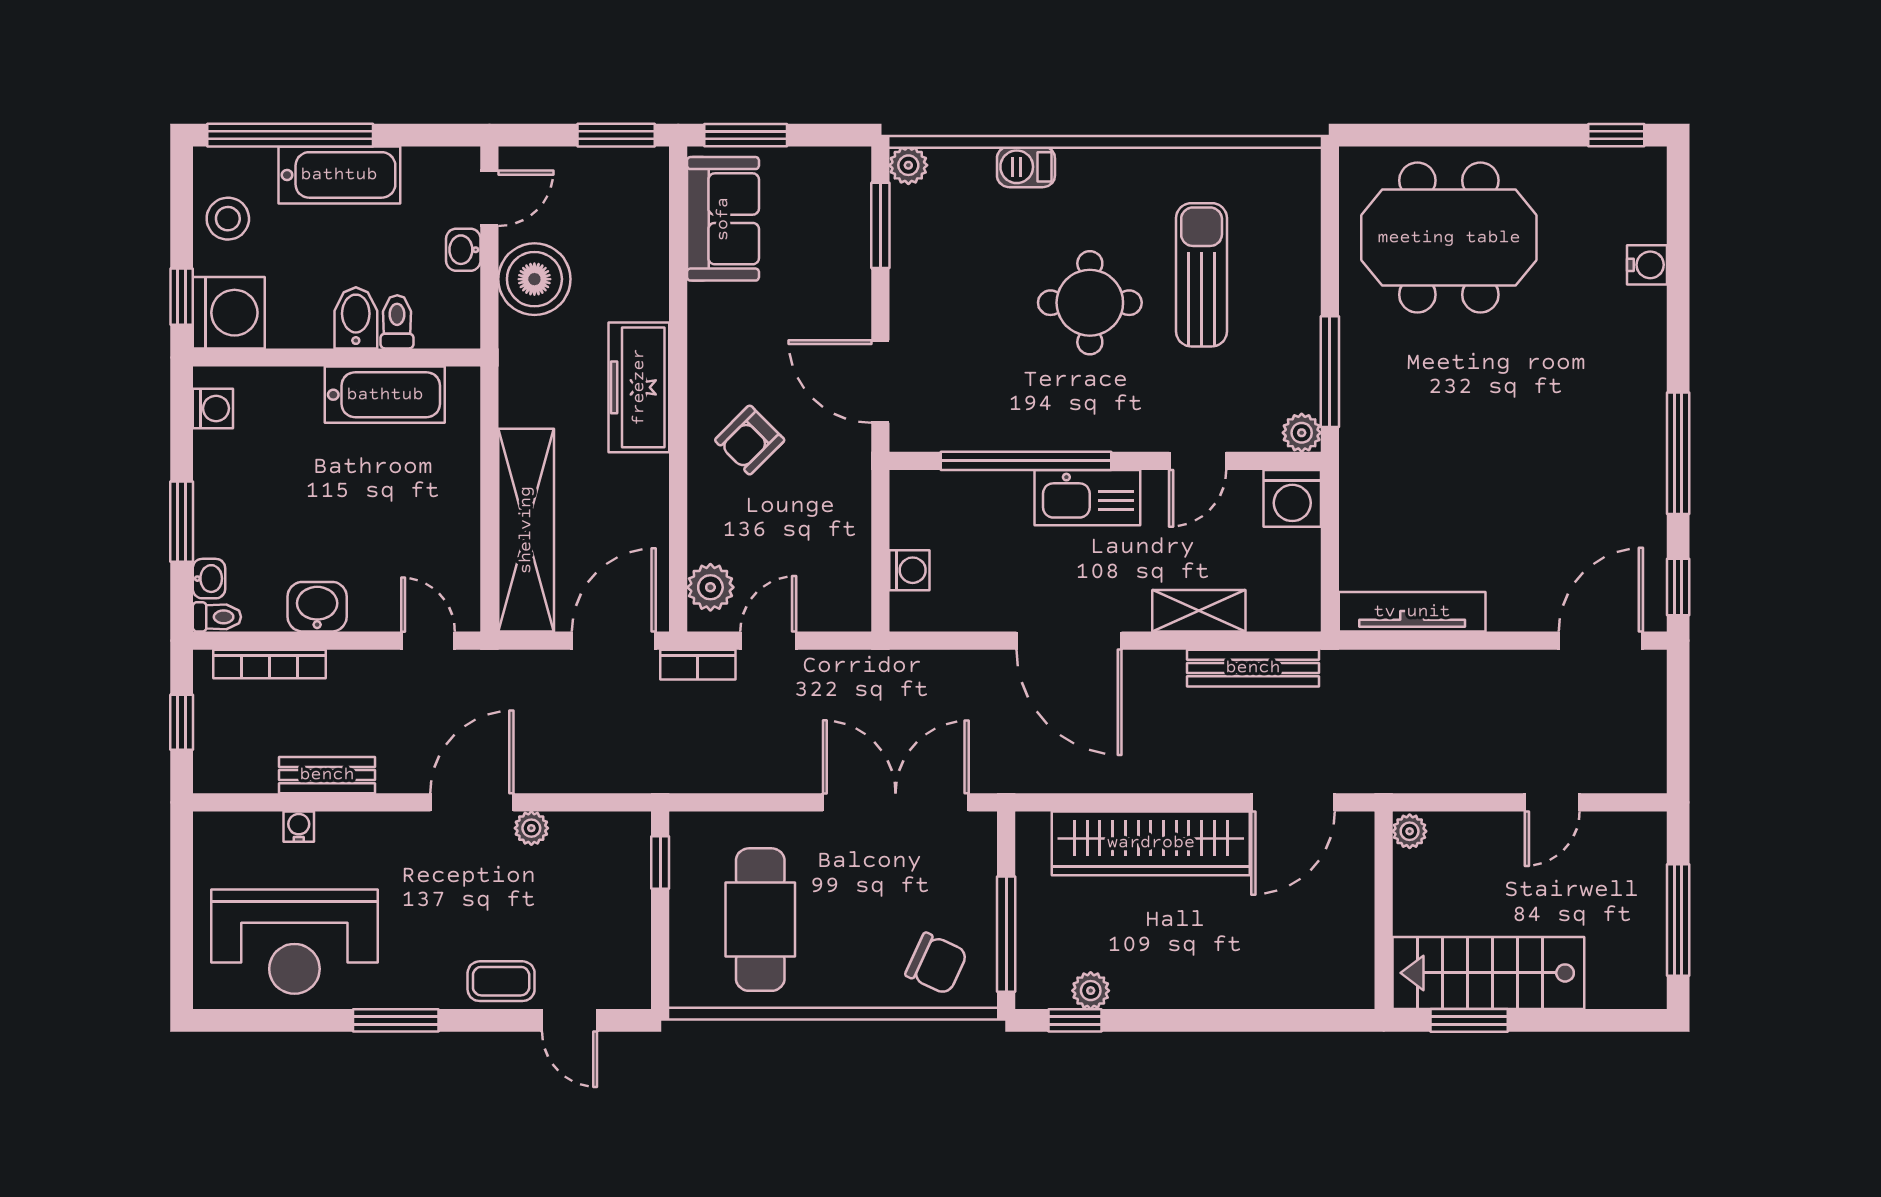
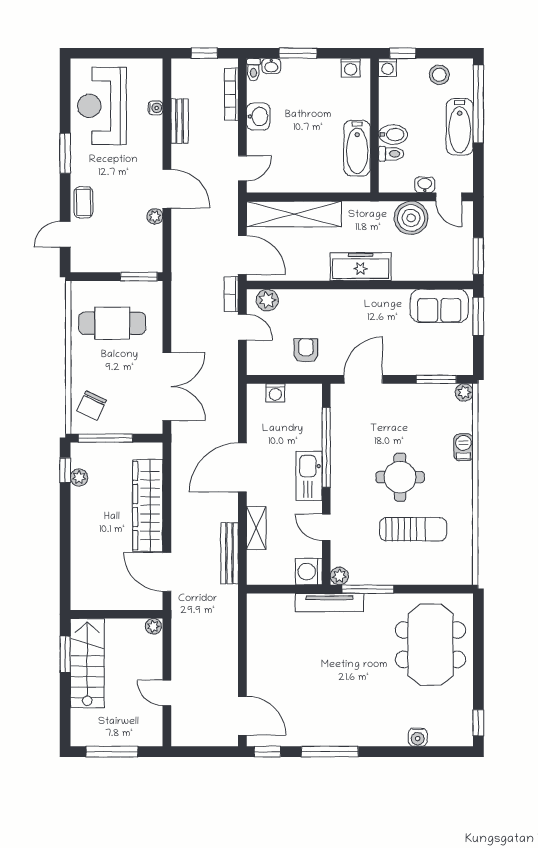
washing machine: (229, 313) -> (388, 67), width x0.53, depth x0.53
armchair: (750, 440) -> (306, 350), moved, turned 45
tv unit: (1412, 612) -> (329, 603), moved, turned 90
window: (660, 863) -> (139, 277), width x1.50

